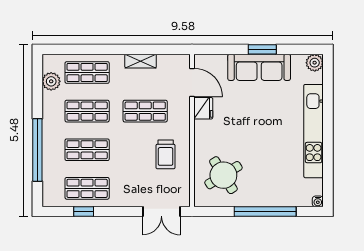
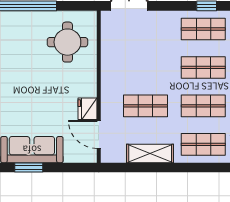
shelving: (141, 61) -> (150, 153), width x1.50, depth x1.33
trolley: (166, 154) -> (125, 63), removed
round table: (223, 175) -> (67, 42), turned 32

